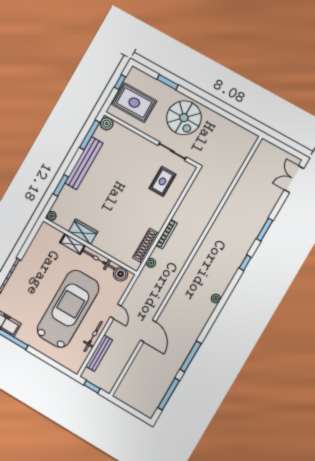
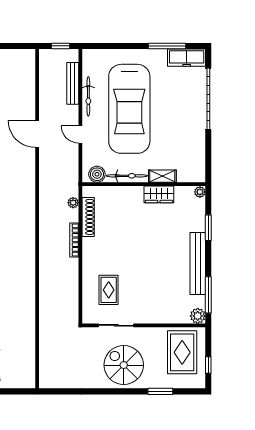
rug: (134, 103) -> (182, 352), turned 90

